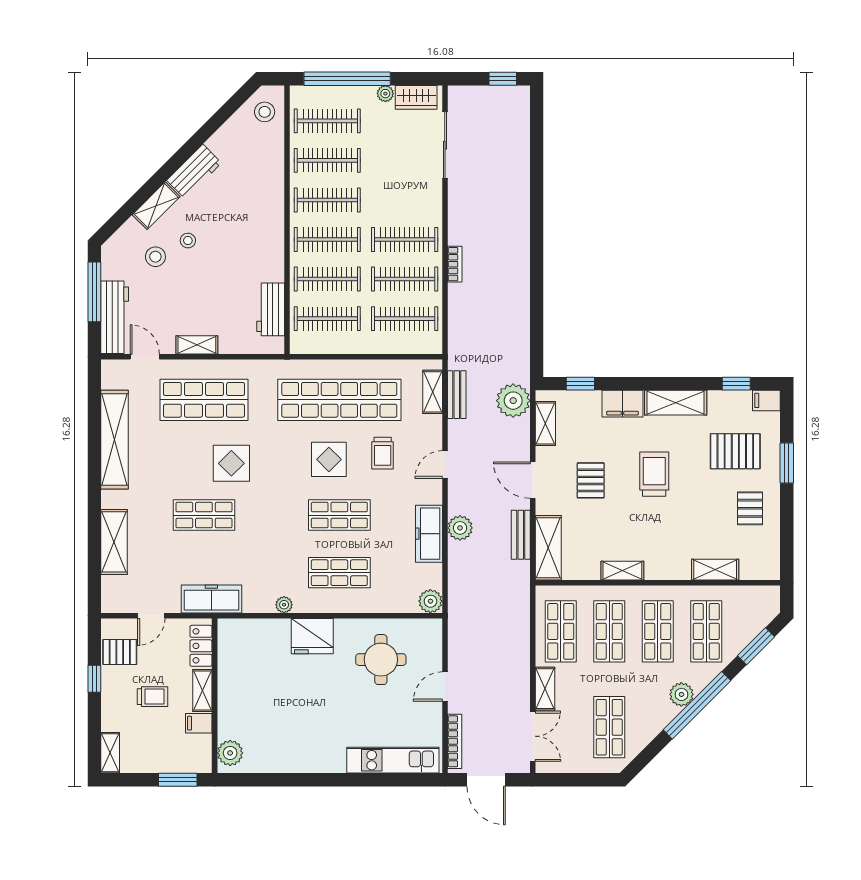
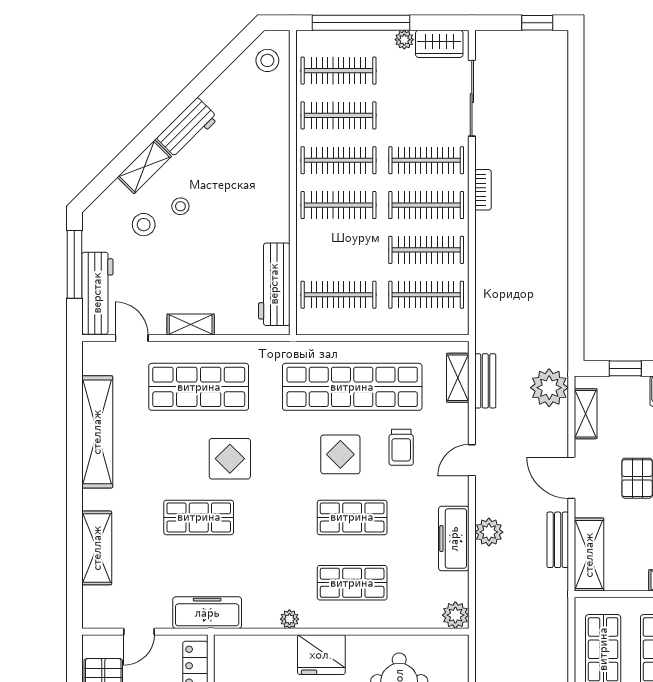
bookcase: (455, 264) -> (483, 190), moved
clothes rail: (327, 279) -> (426, 160), moved
workbench: (271, 309) -> (274, 284), width x1.38

